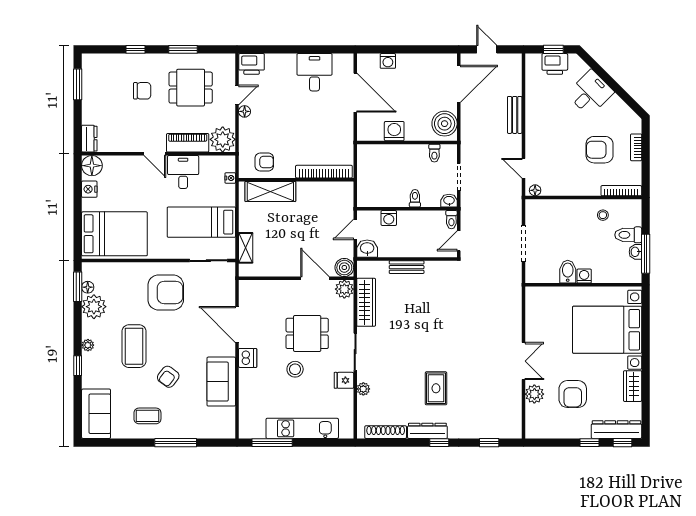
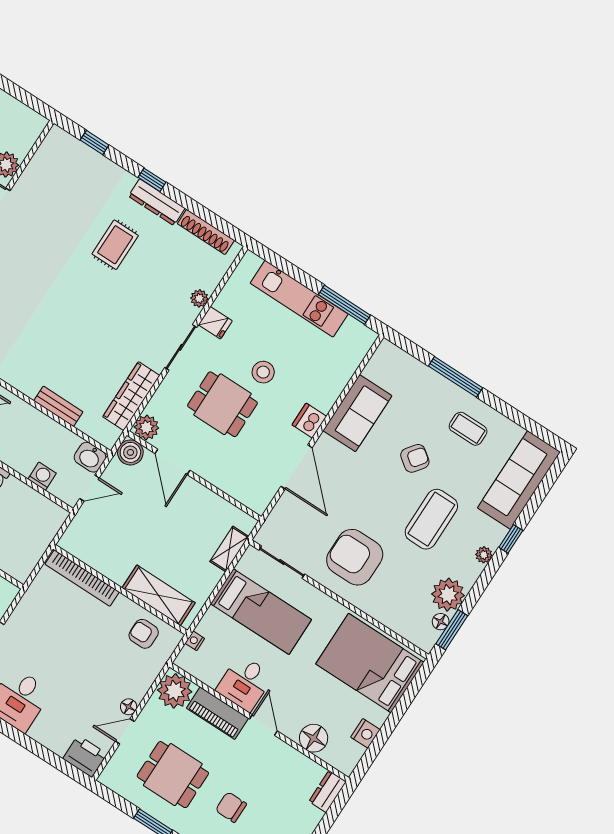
floor lamp: (92, 166) -> (314, 738), moved
sofa: (96, 414) -> (519, 480), width x1.36

